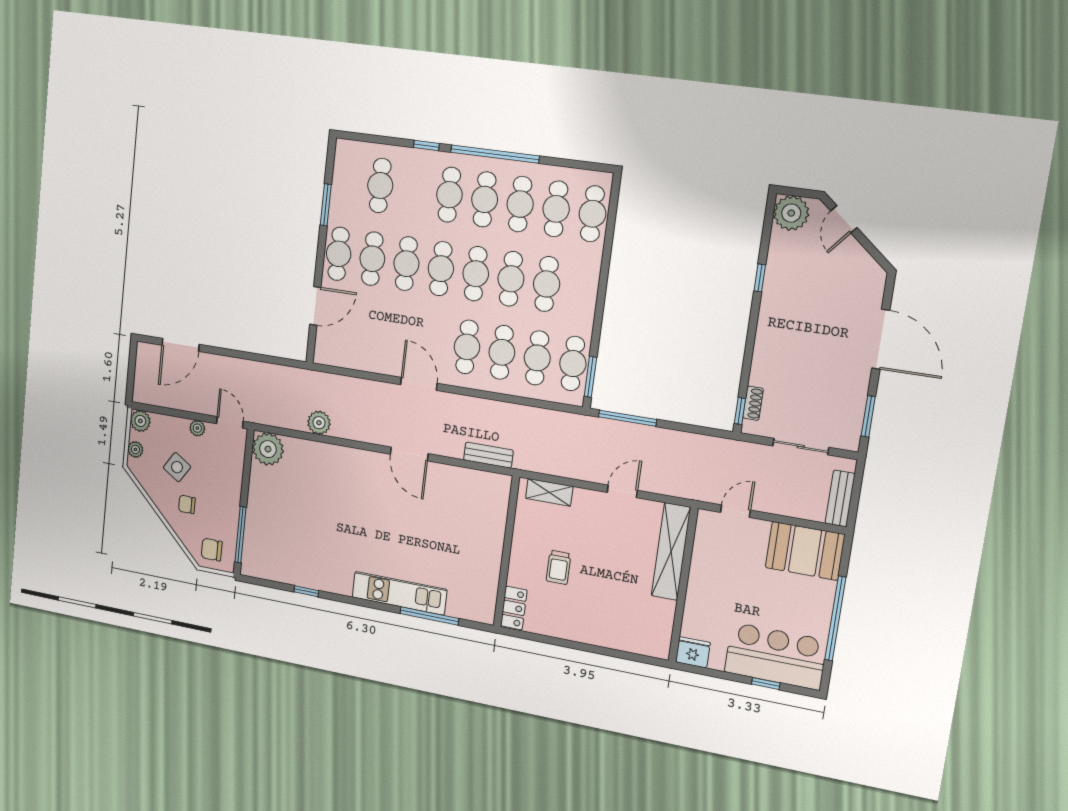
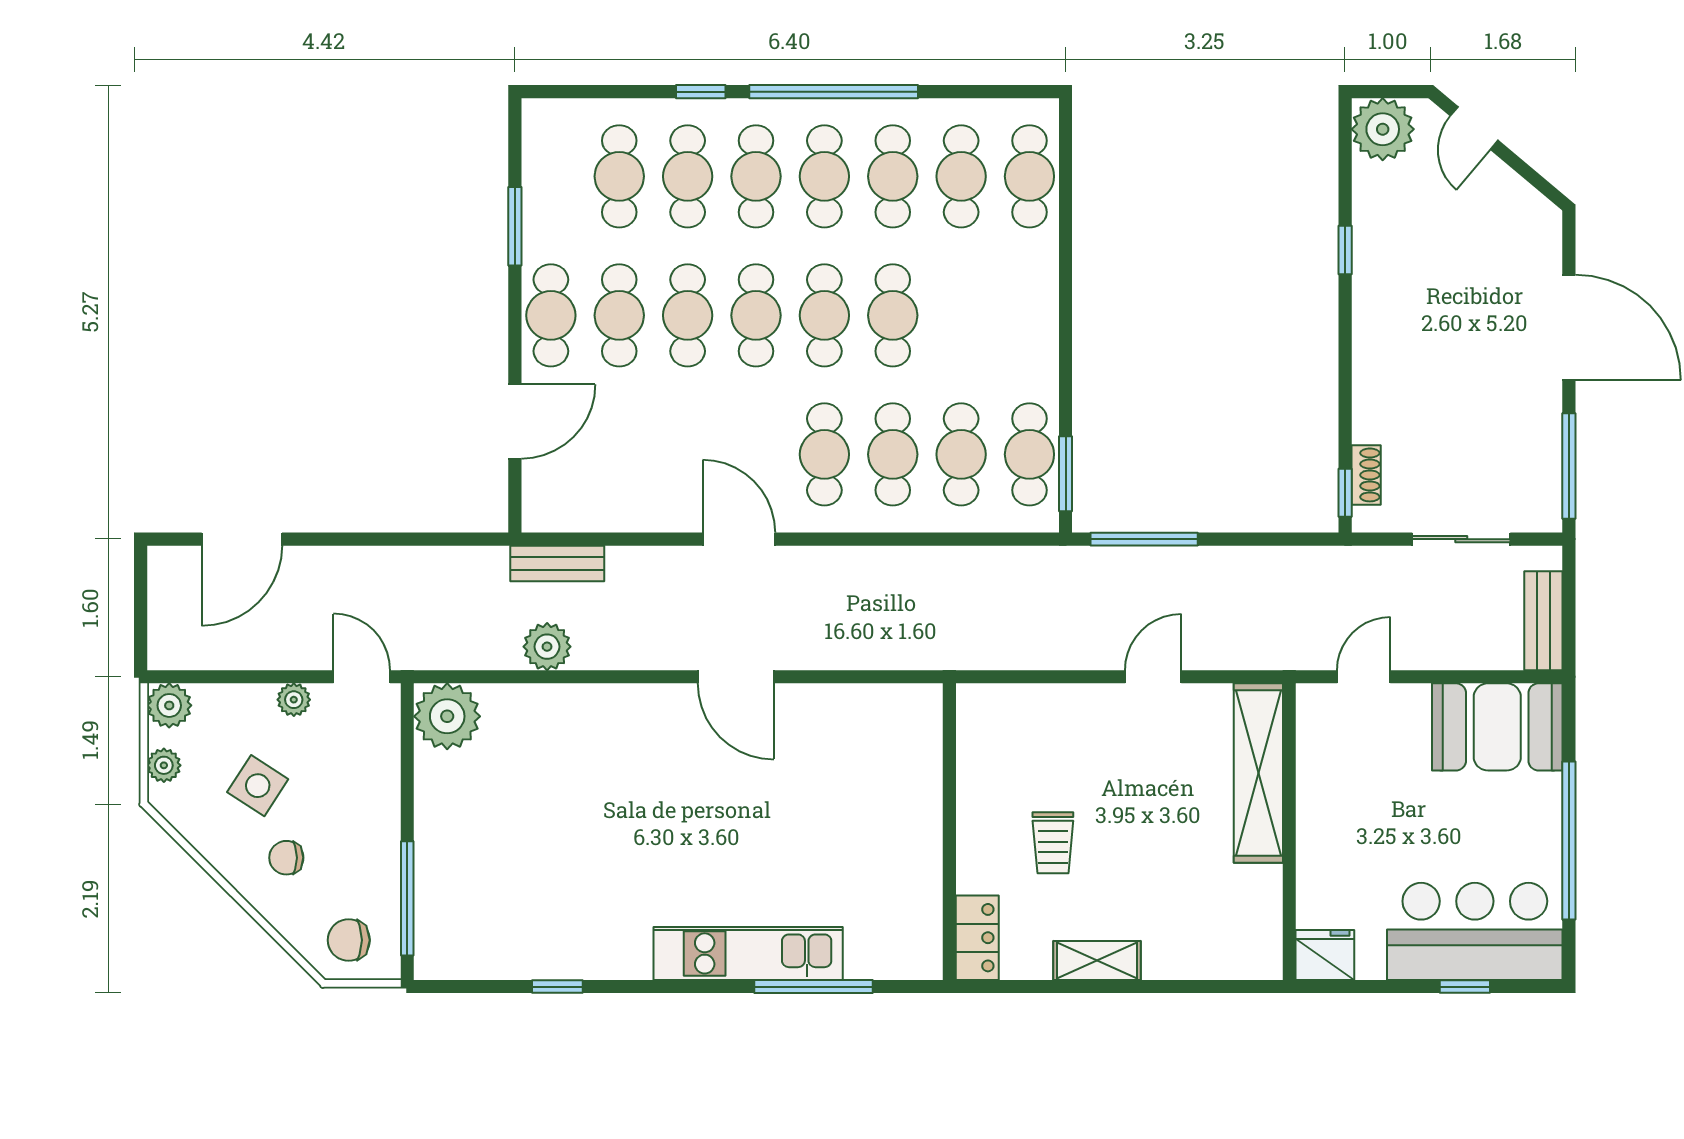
cafe table: (547, 284) -> (688, 176), moved
window: (868, 416) -> (1569, 466), width x1.44
bench: (488, 455) -> (557, 563), moved
shelving: (549, 492) -> (1097, 960), moved

